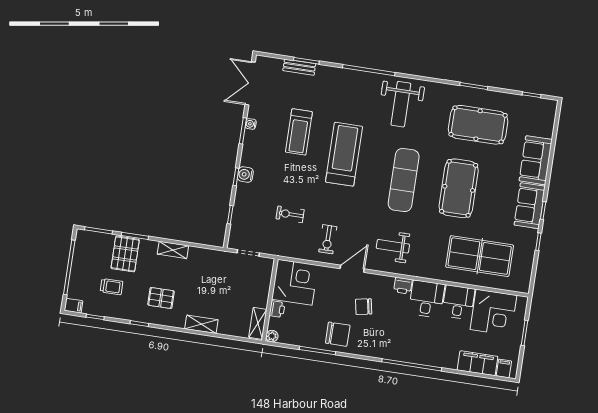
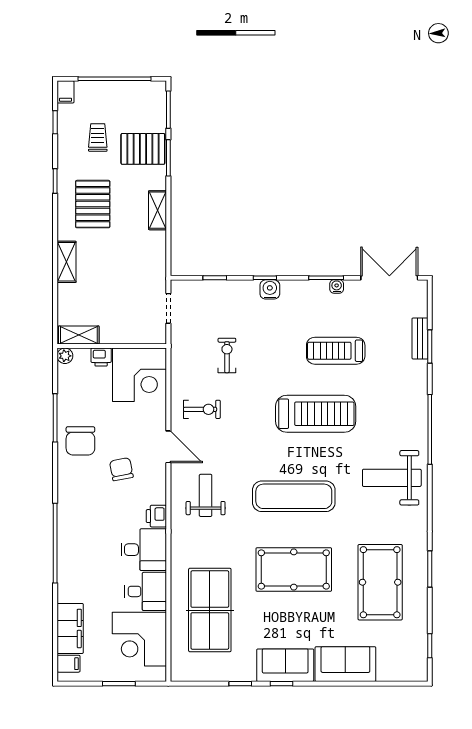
exercise bike: (328, 239) -> (202, 409), turned 180
trolley: (111, 287) -> (98, 138), turned 180
pallet: (161, 298) -> (93, 204), width x1.50, depth x1.42

